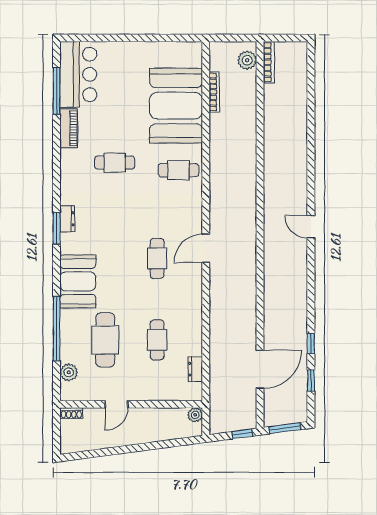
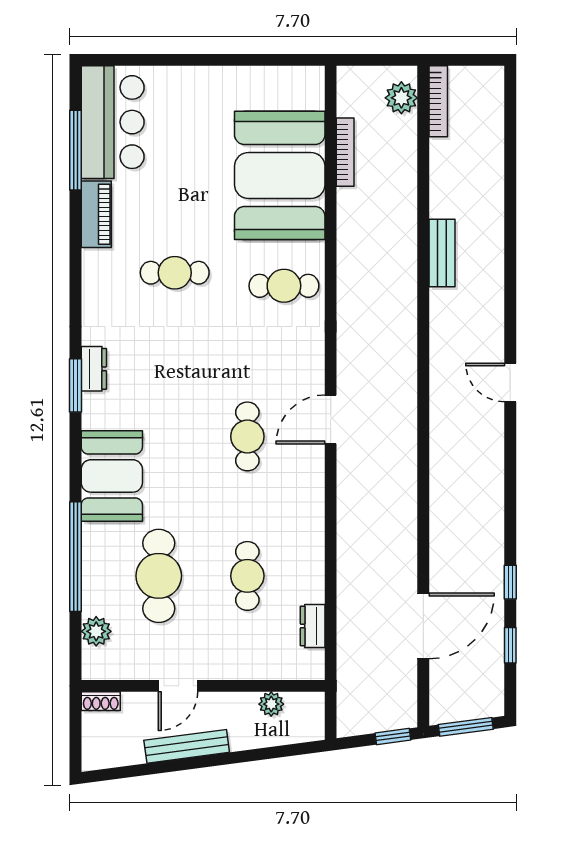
bench: (271, 151) -> (442, 253), added
plant: (195, 415) -> (271, 704), moved
bench: (122, 440) -> (187, 746), added

